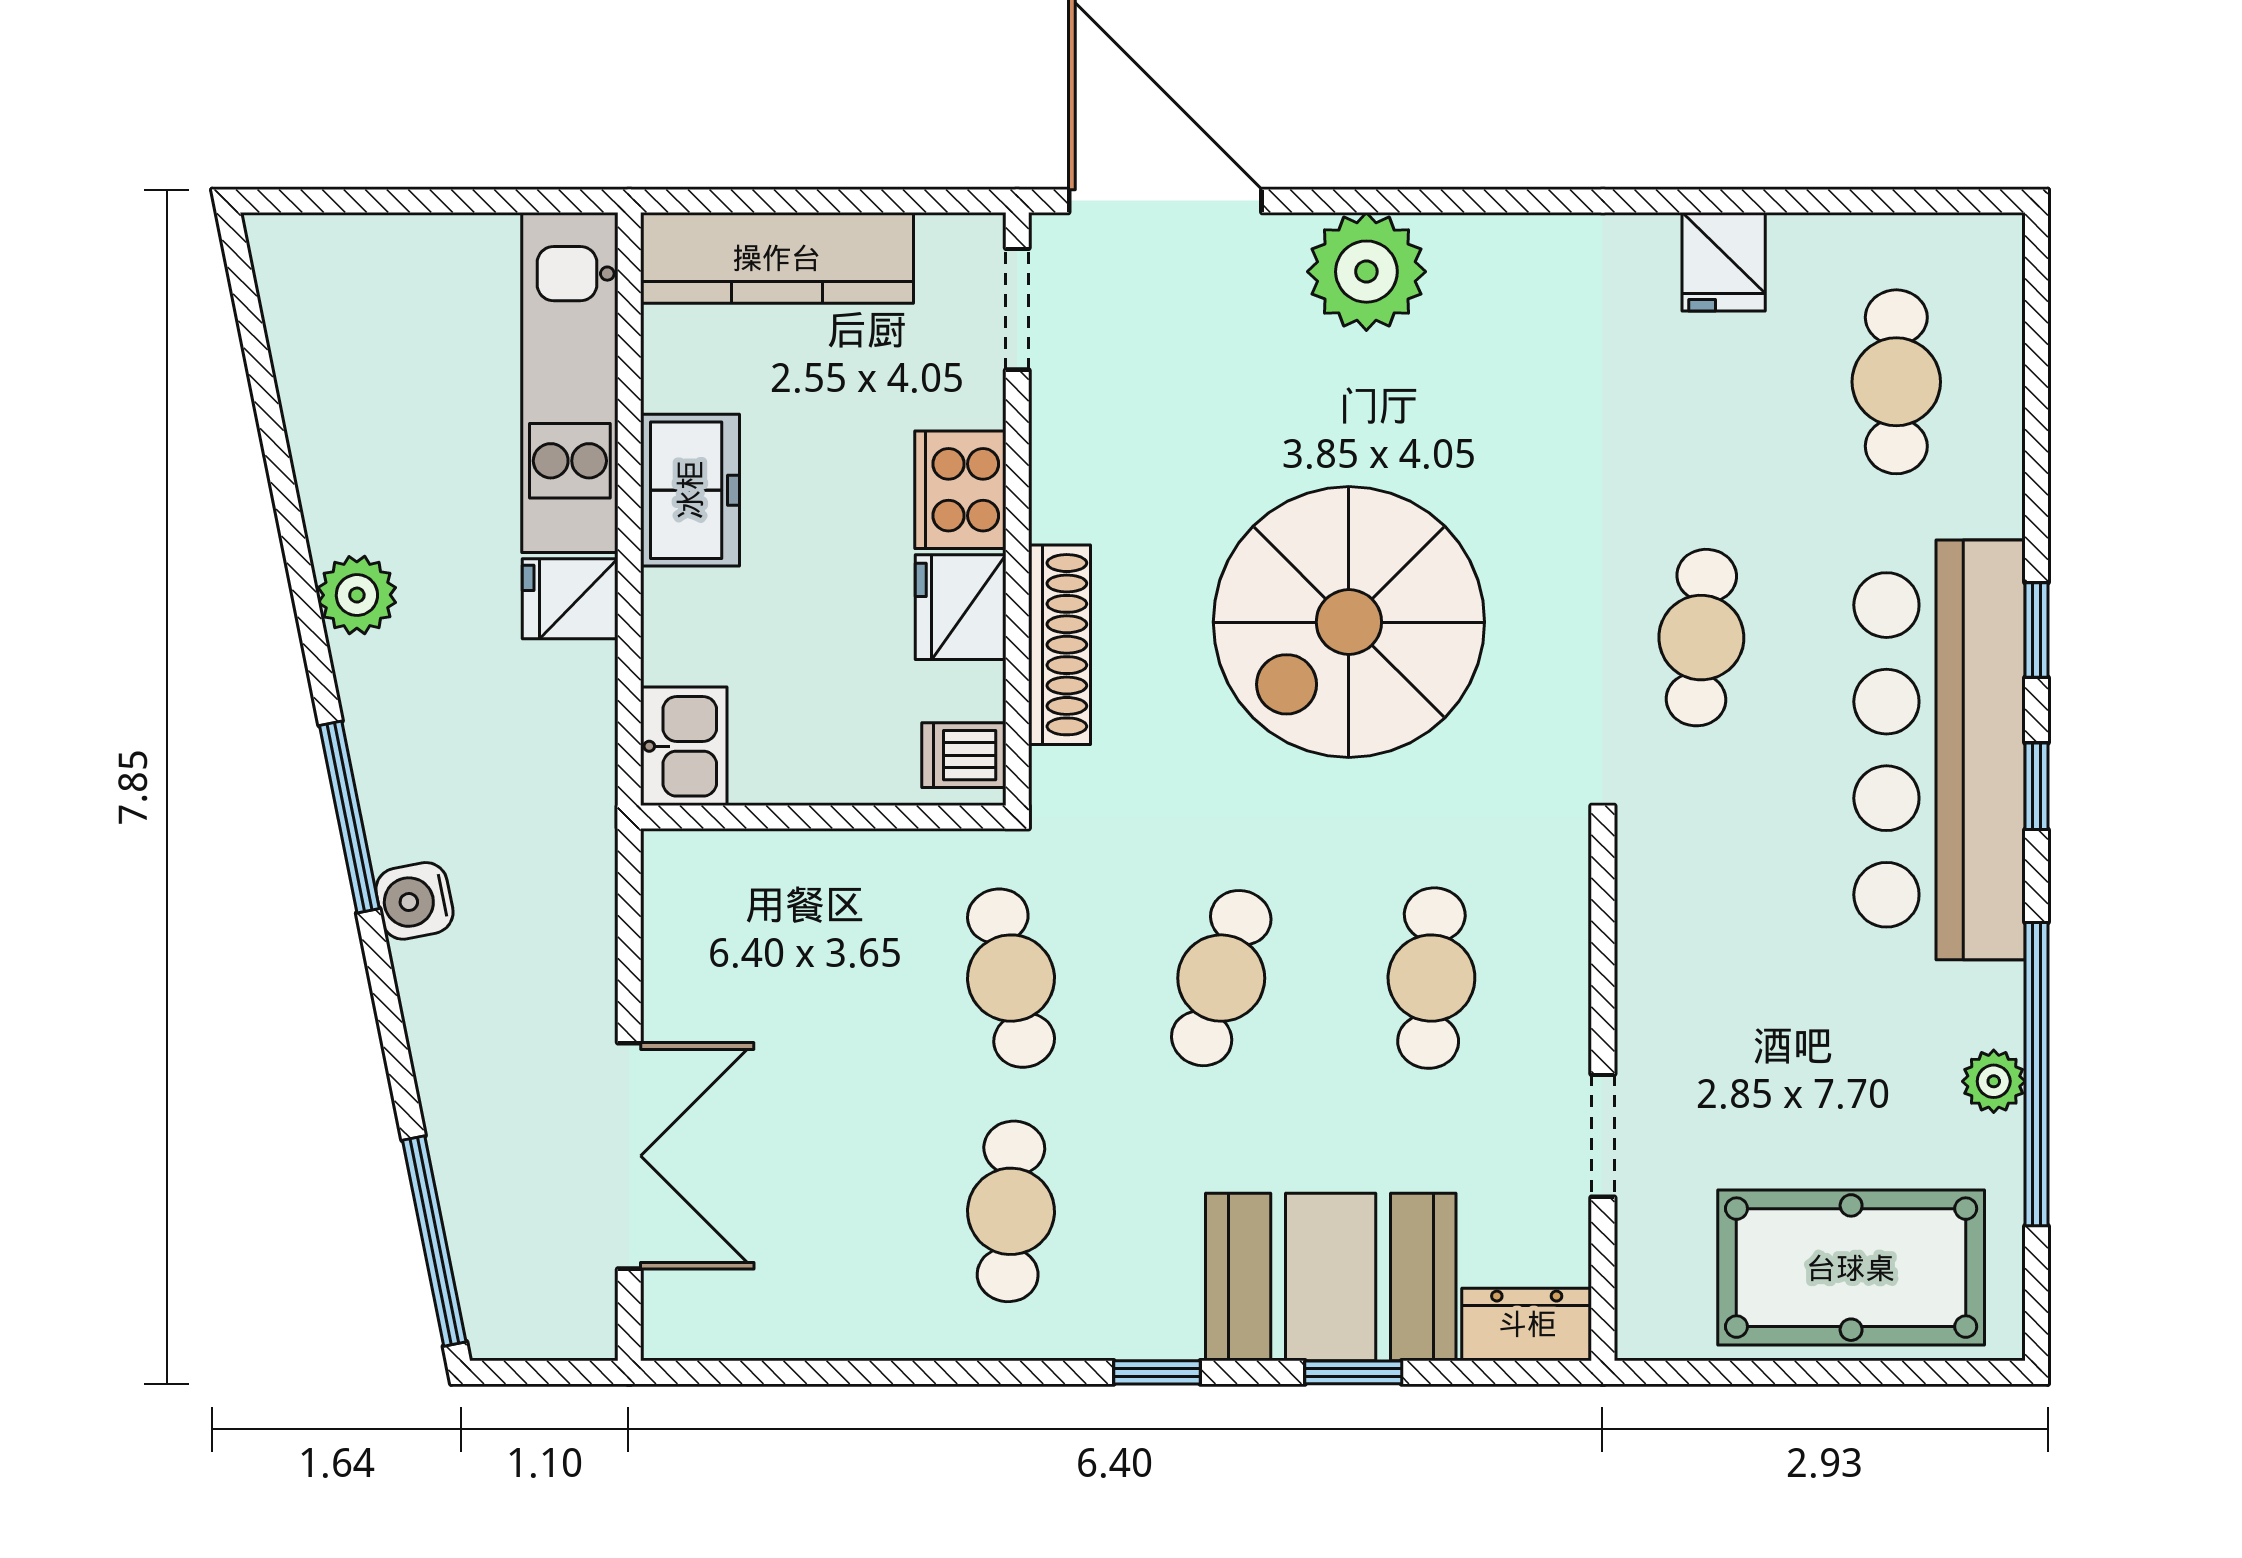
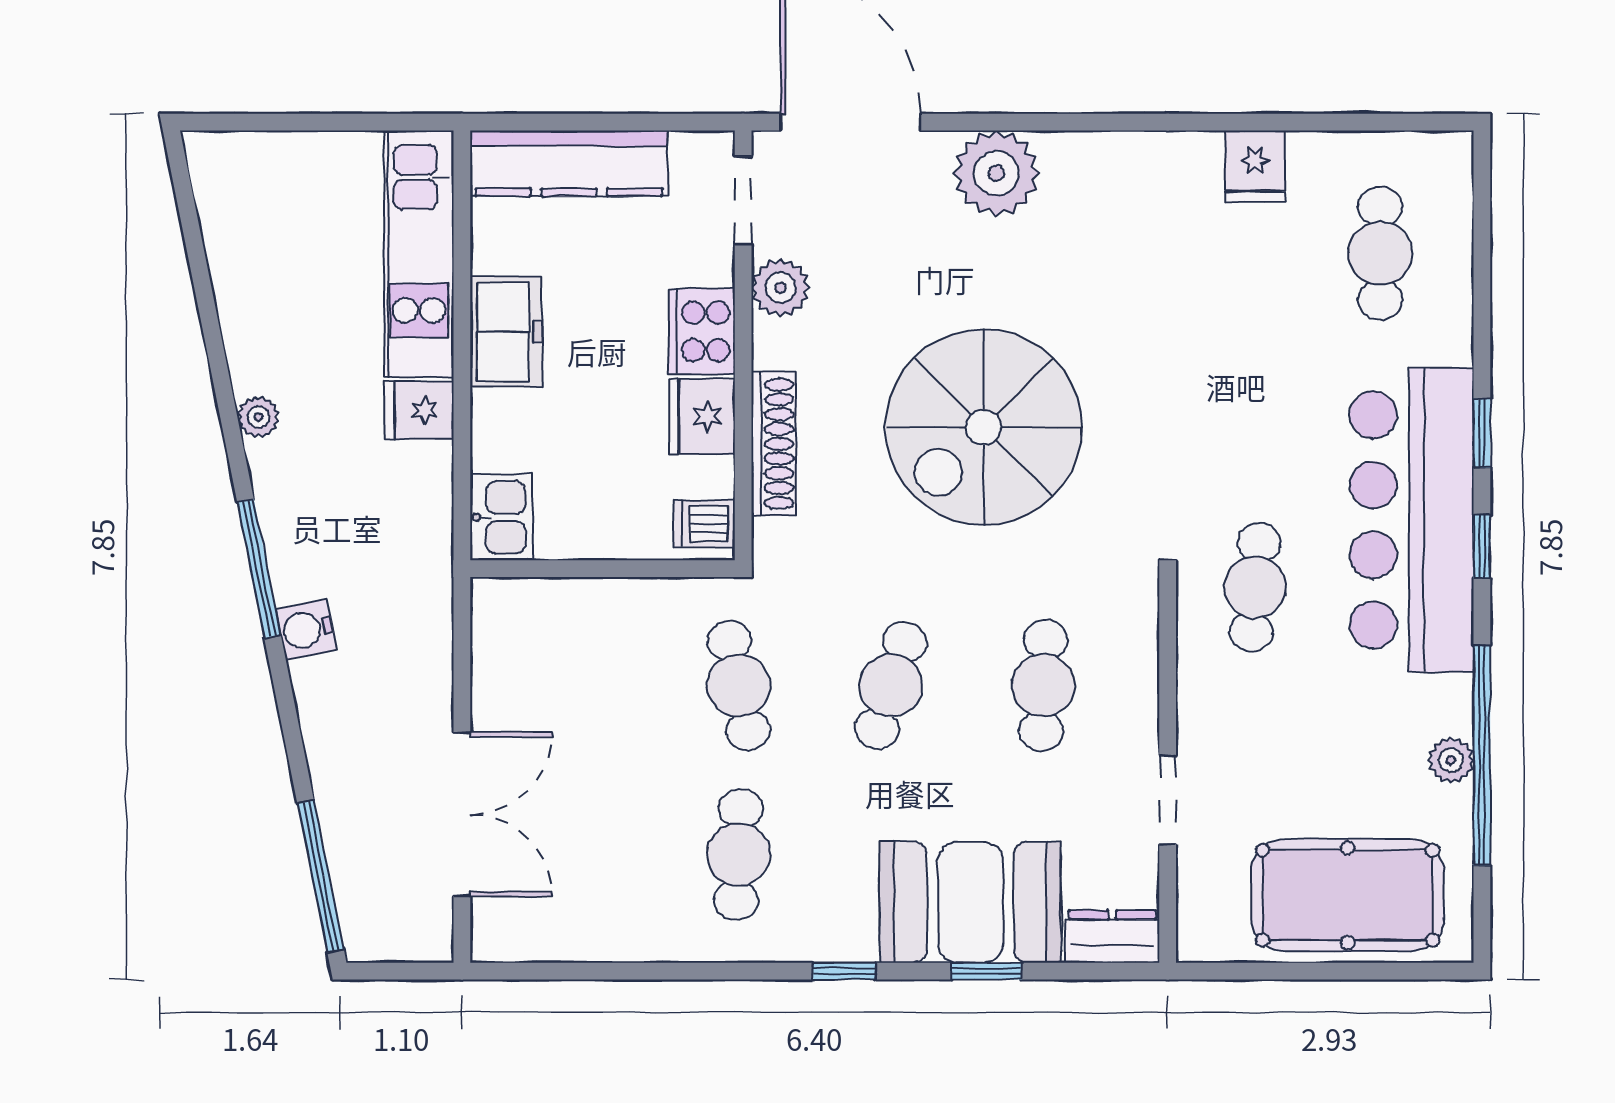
plant: (1069, 429) -> (780, 288), added
plant: (357, 595) -> (258, 417), width x0.73, depth x0.73
cafe table: (1701, 638) -> (1255, 587), moved

